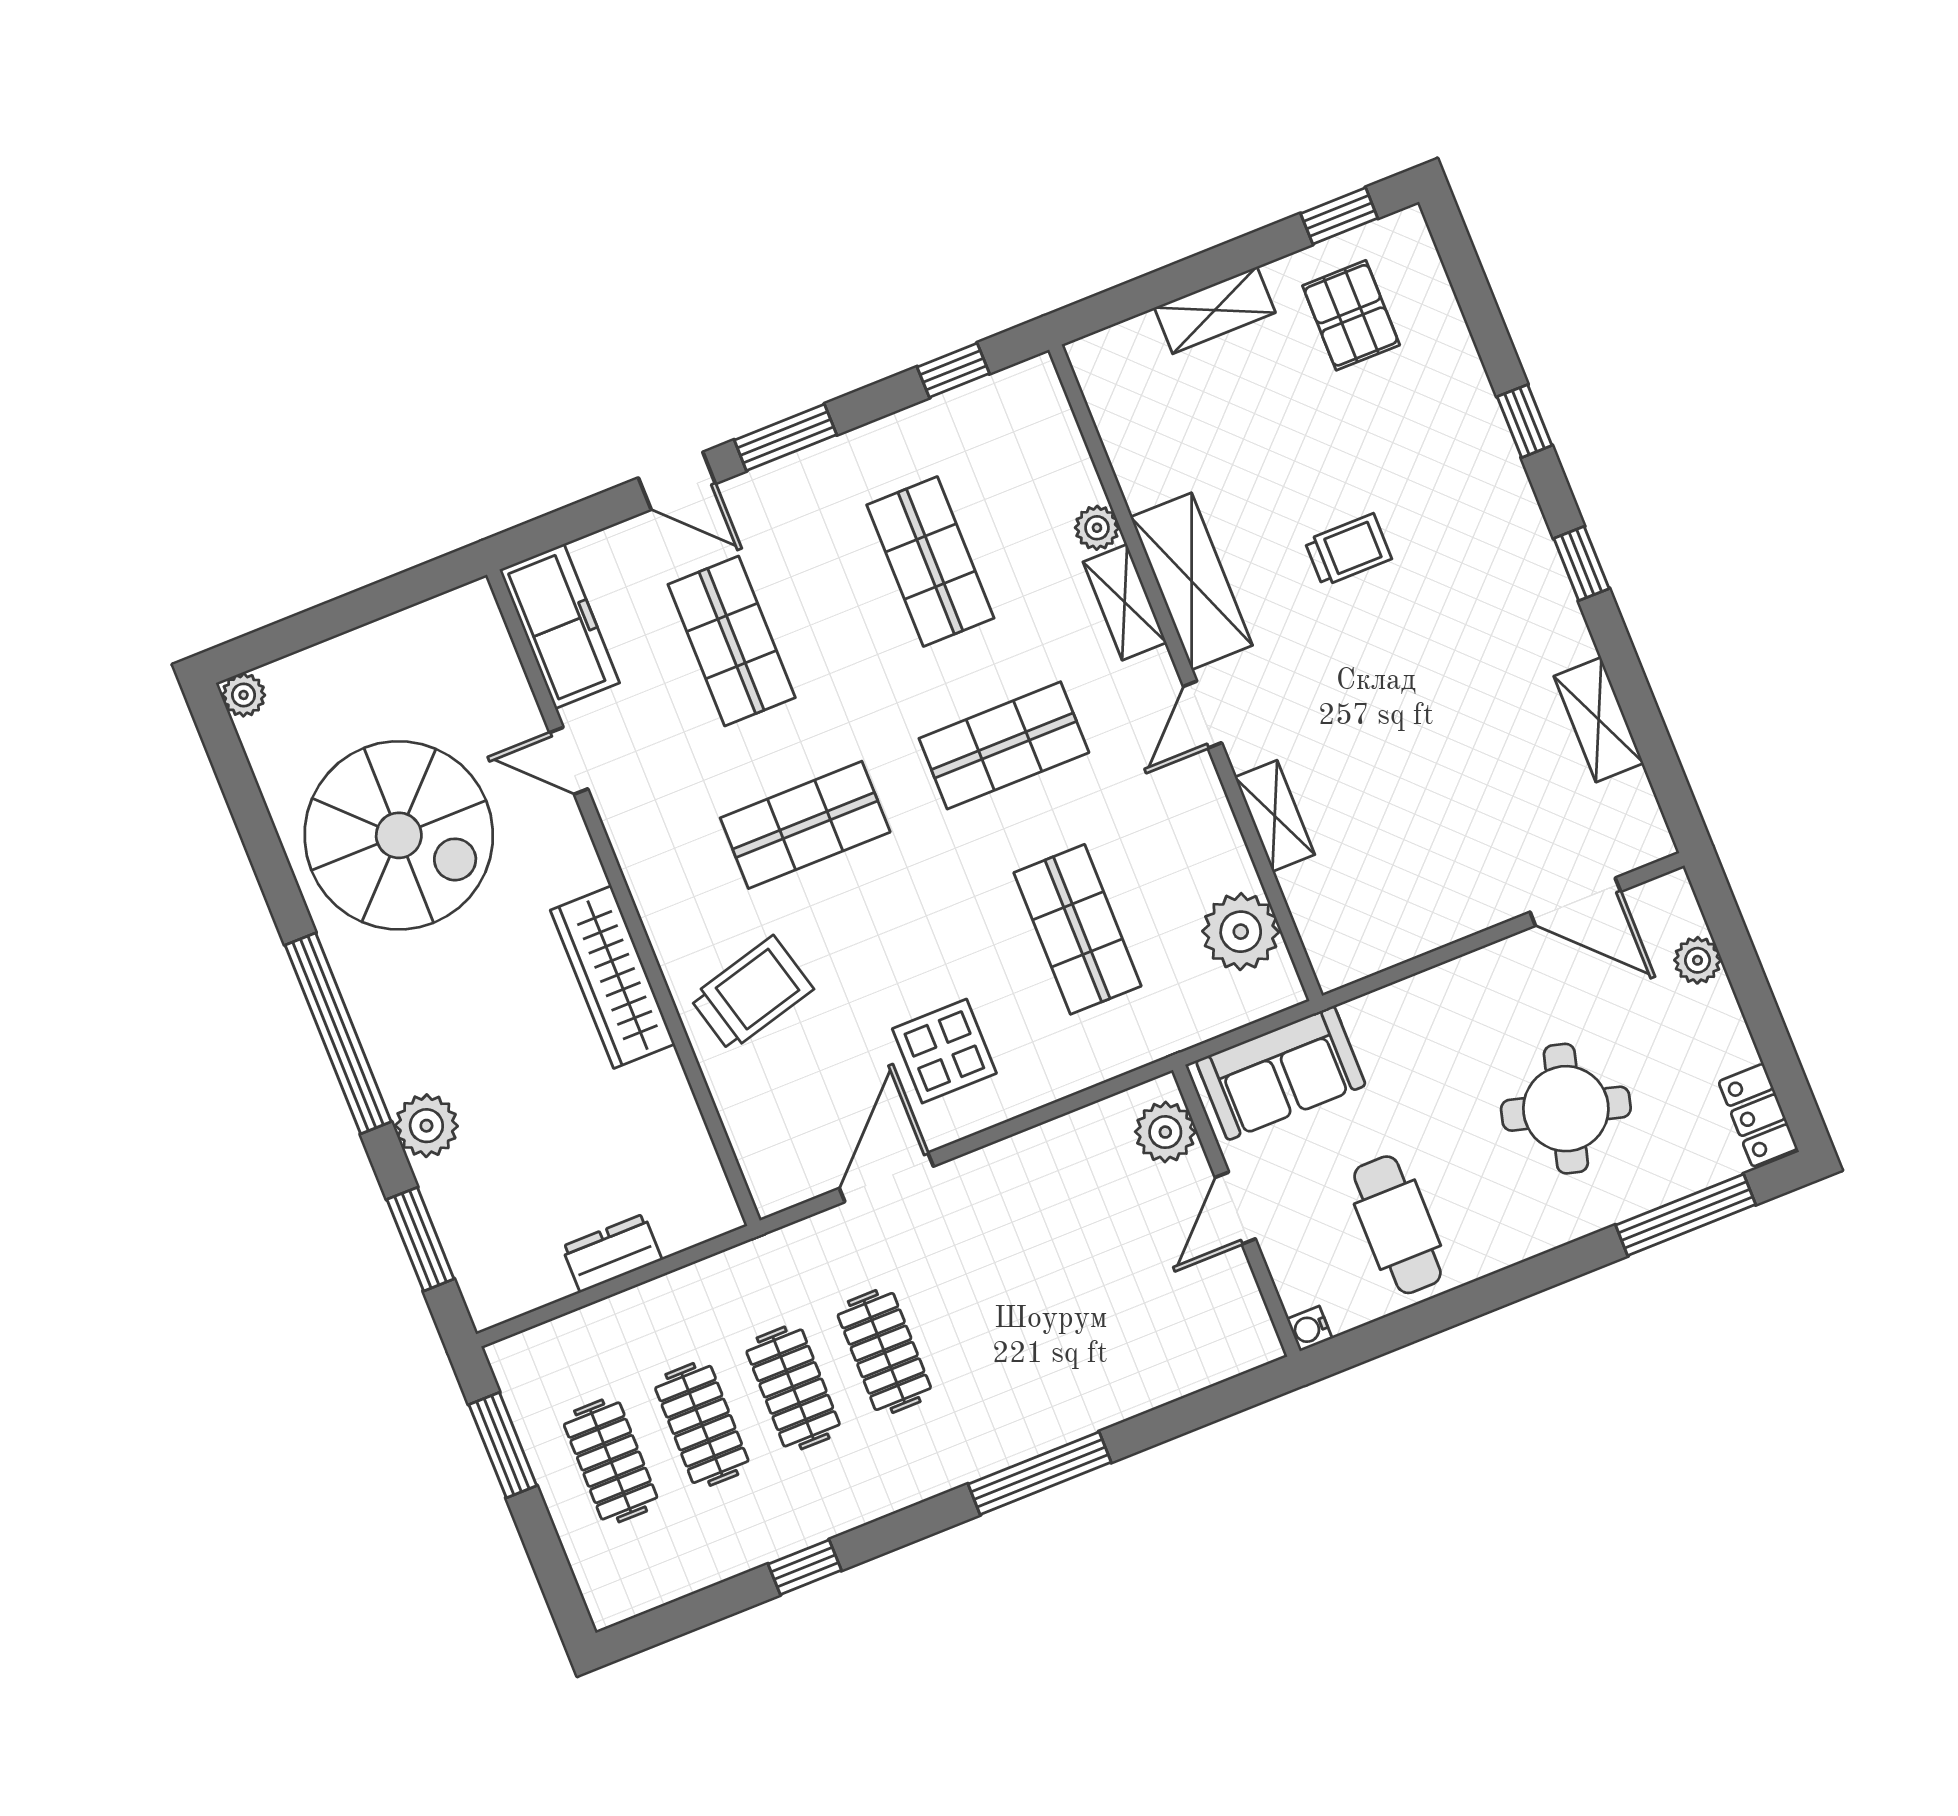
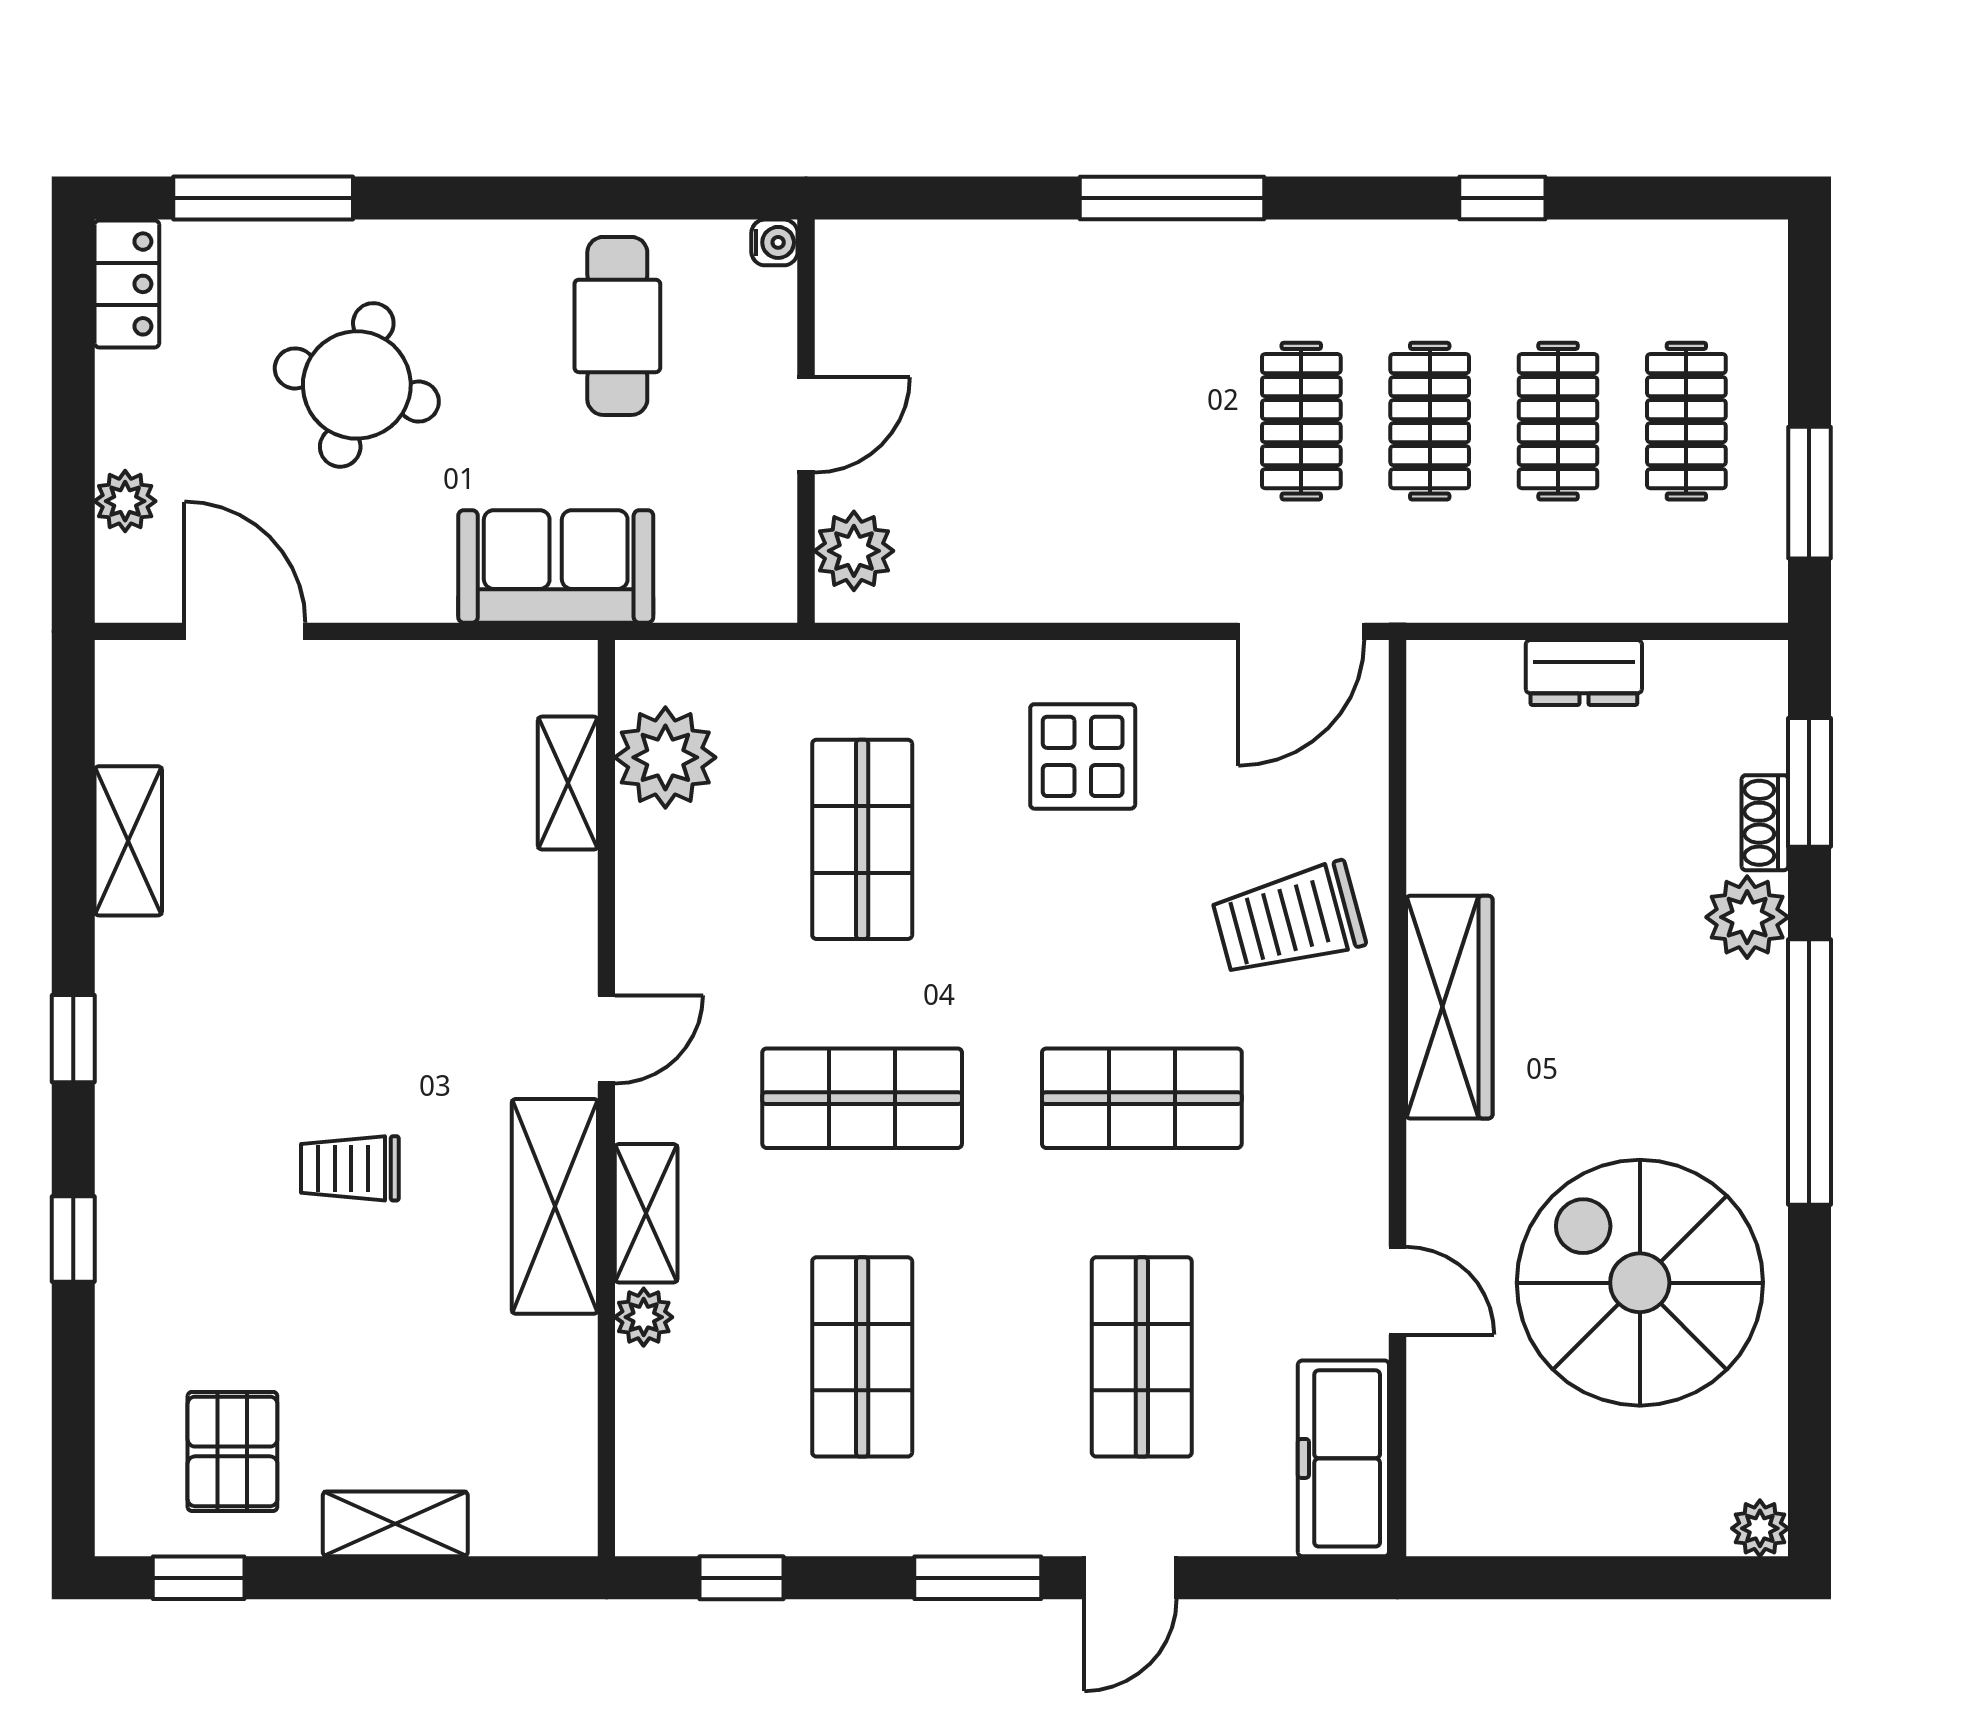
door: (677, 481) -> (1130, 1578), swing flipped
shelving: (1275, 816) -> (568, 783), moved
sofa: (1281, 1073) -> (556, 566), moved
door: (886, 1177) -> (1301, 631), moved
shoe rack: (441, 1198) -> (1765, 823), added

